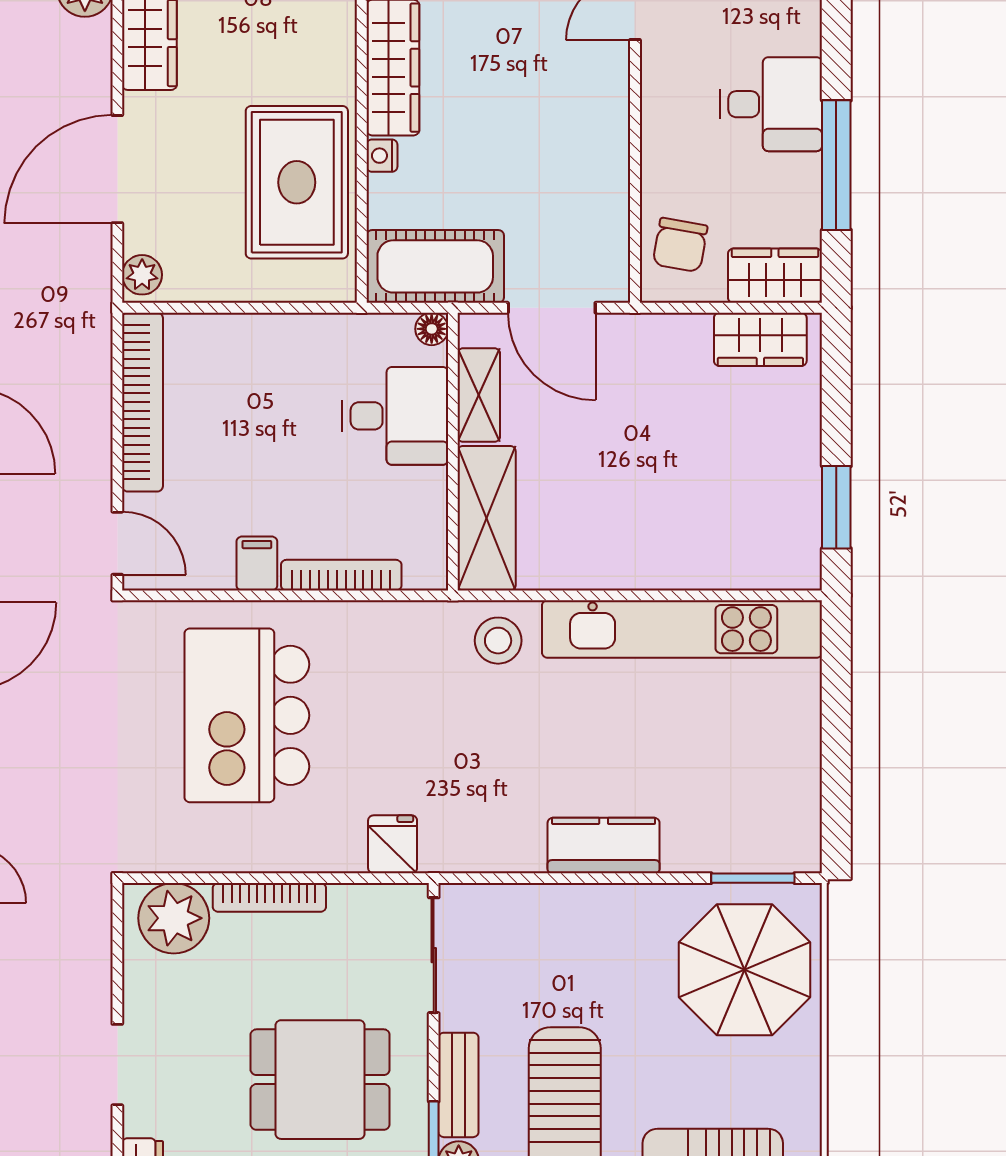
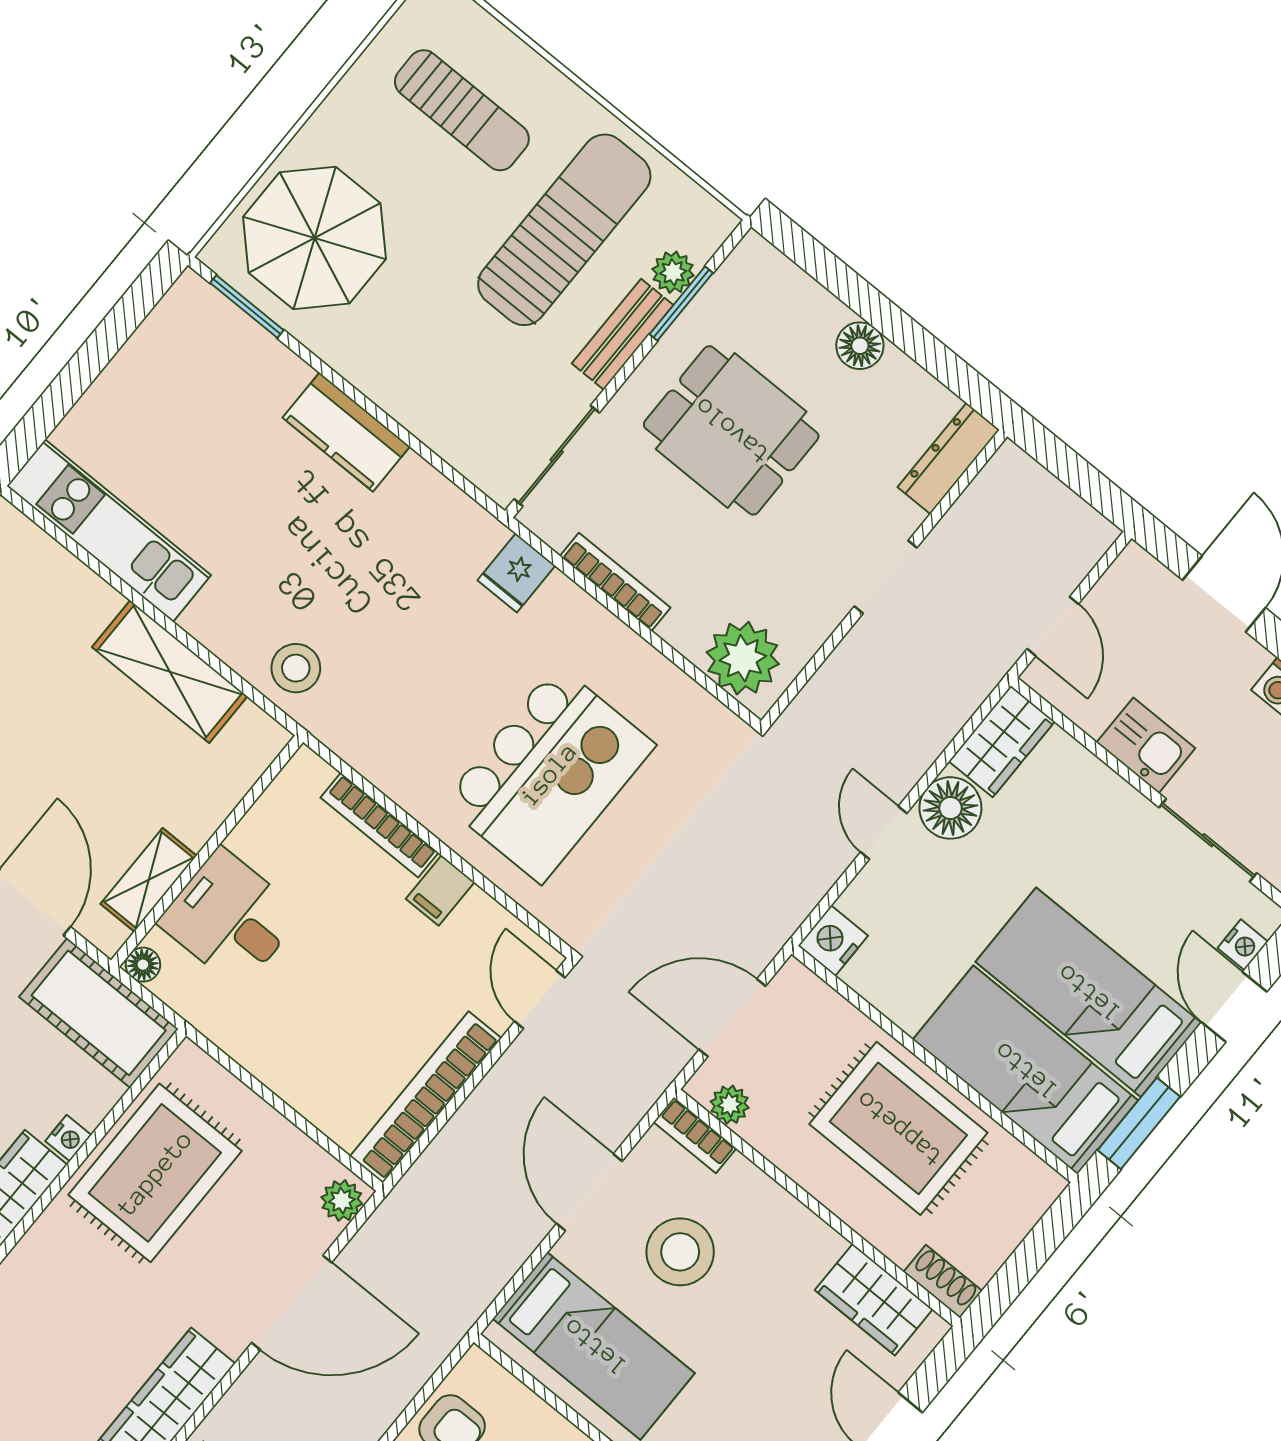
shelving: (487, 518) -> (170, 672), moved, turned 90
kitchen unit: (682, 629) -> (109, 531), width x0.73
bookcase: (269, 897) -> (615, 582), moved

